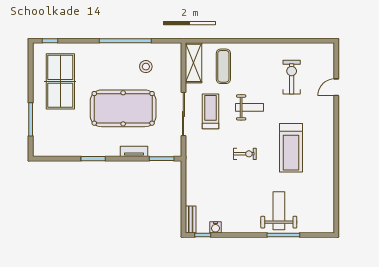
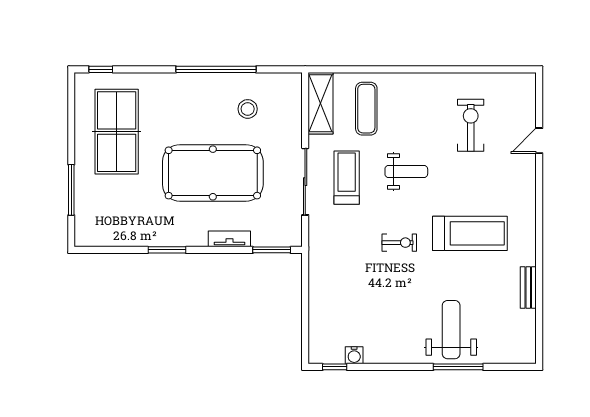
treadmill: (291, 148) -> (470, 233), turned -90
bench: (191, 219) -> (528, 288), moved

